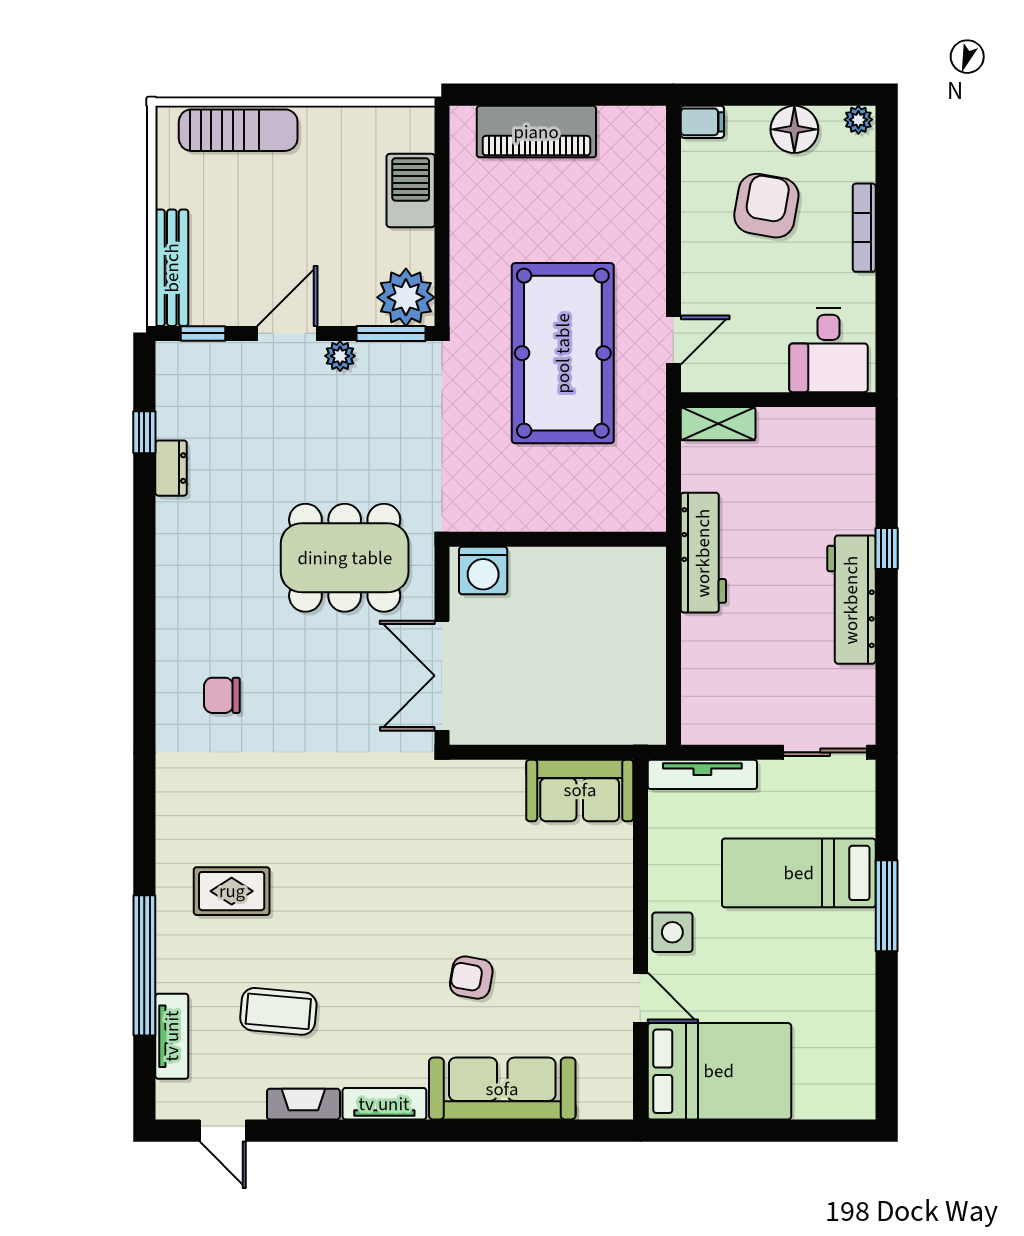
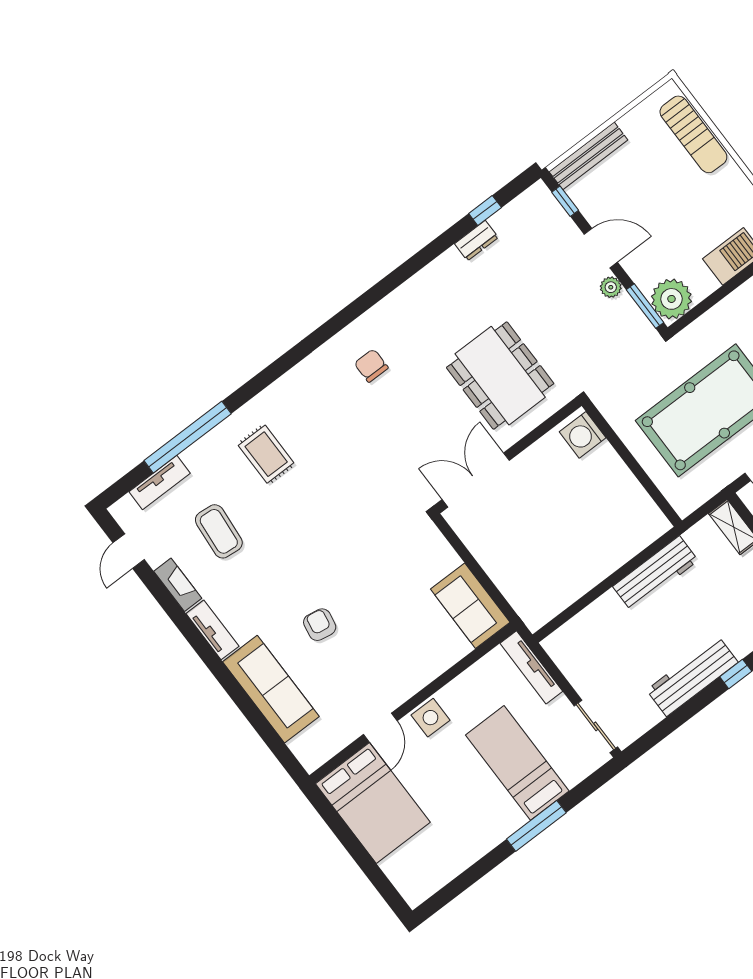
wall: (558, 539) -> (632, 463), moved
washing machine: (483, 570) -> (583, 435), moved

